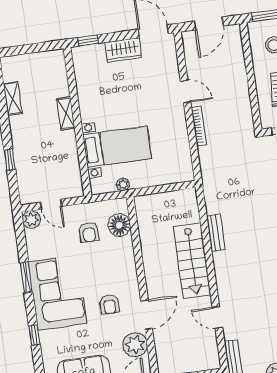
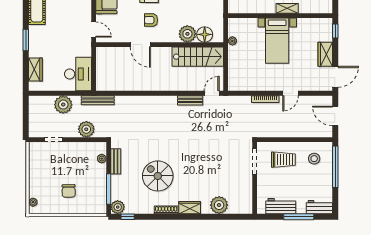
bed with nightstands: (117, 147) -> (277, 41), moved
armchair: (89, 232) -> (203, 13), removed
stairs: (192, 261) -> (198, 57), moved, turned 180
door: (217, 317) -> (212, 93), moved
plant: (135, 345) -> (187, 34), moved

